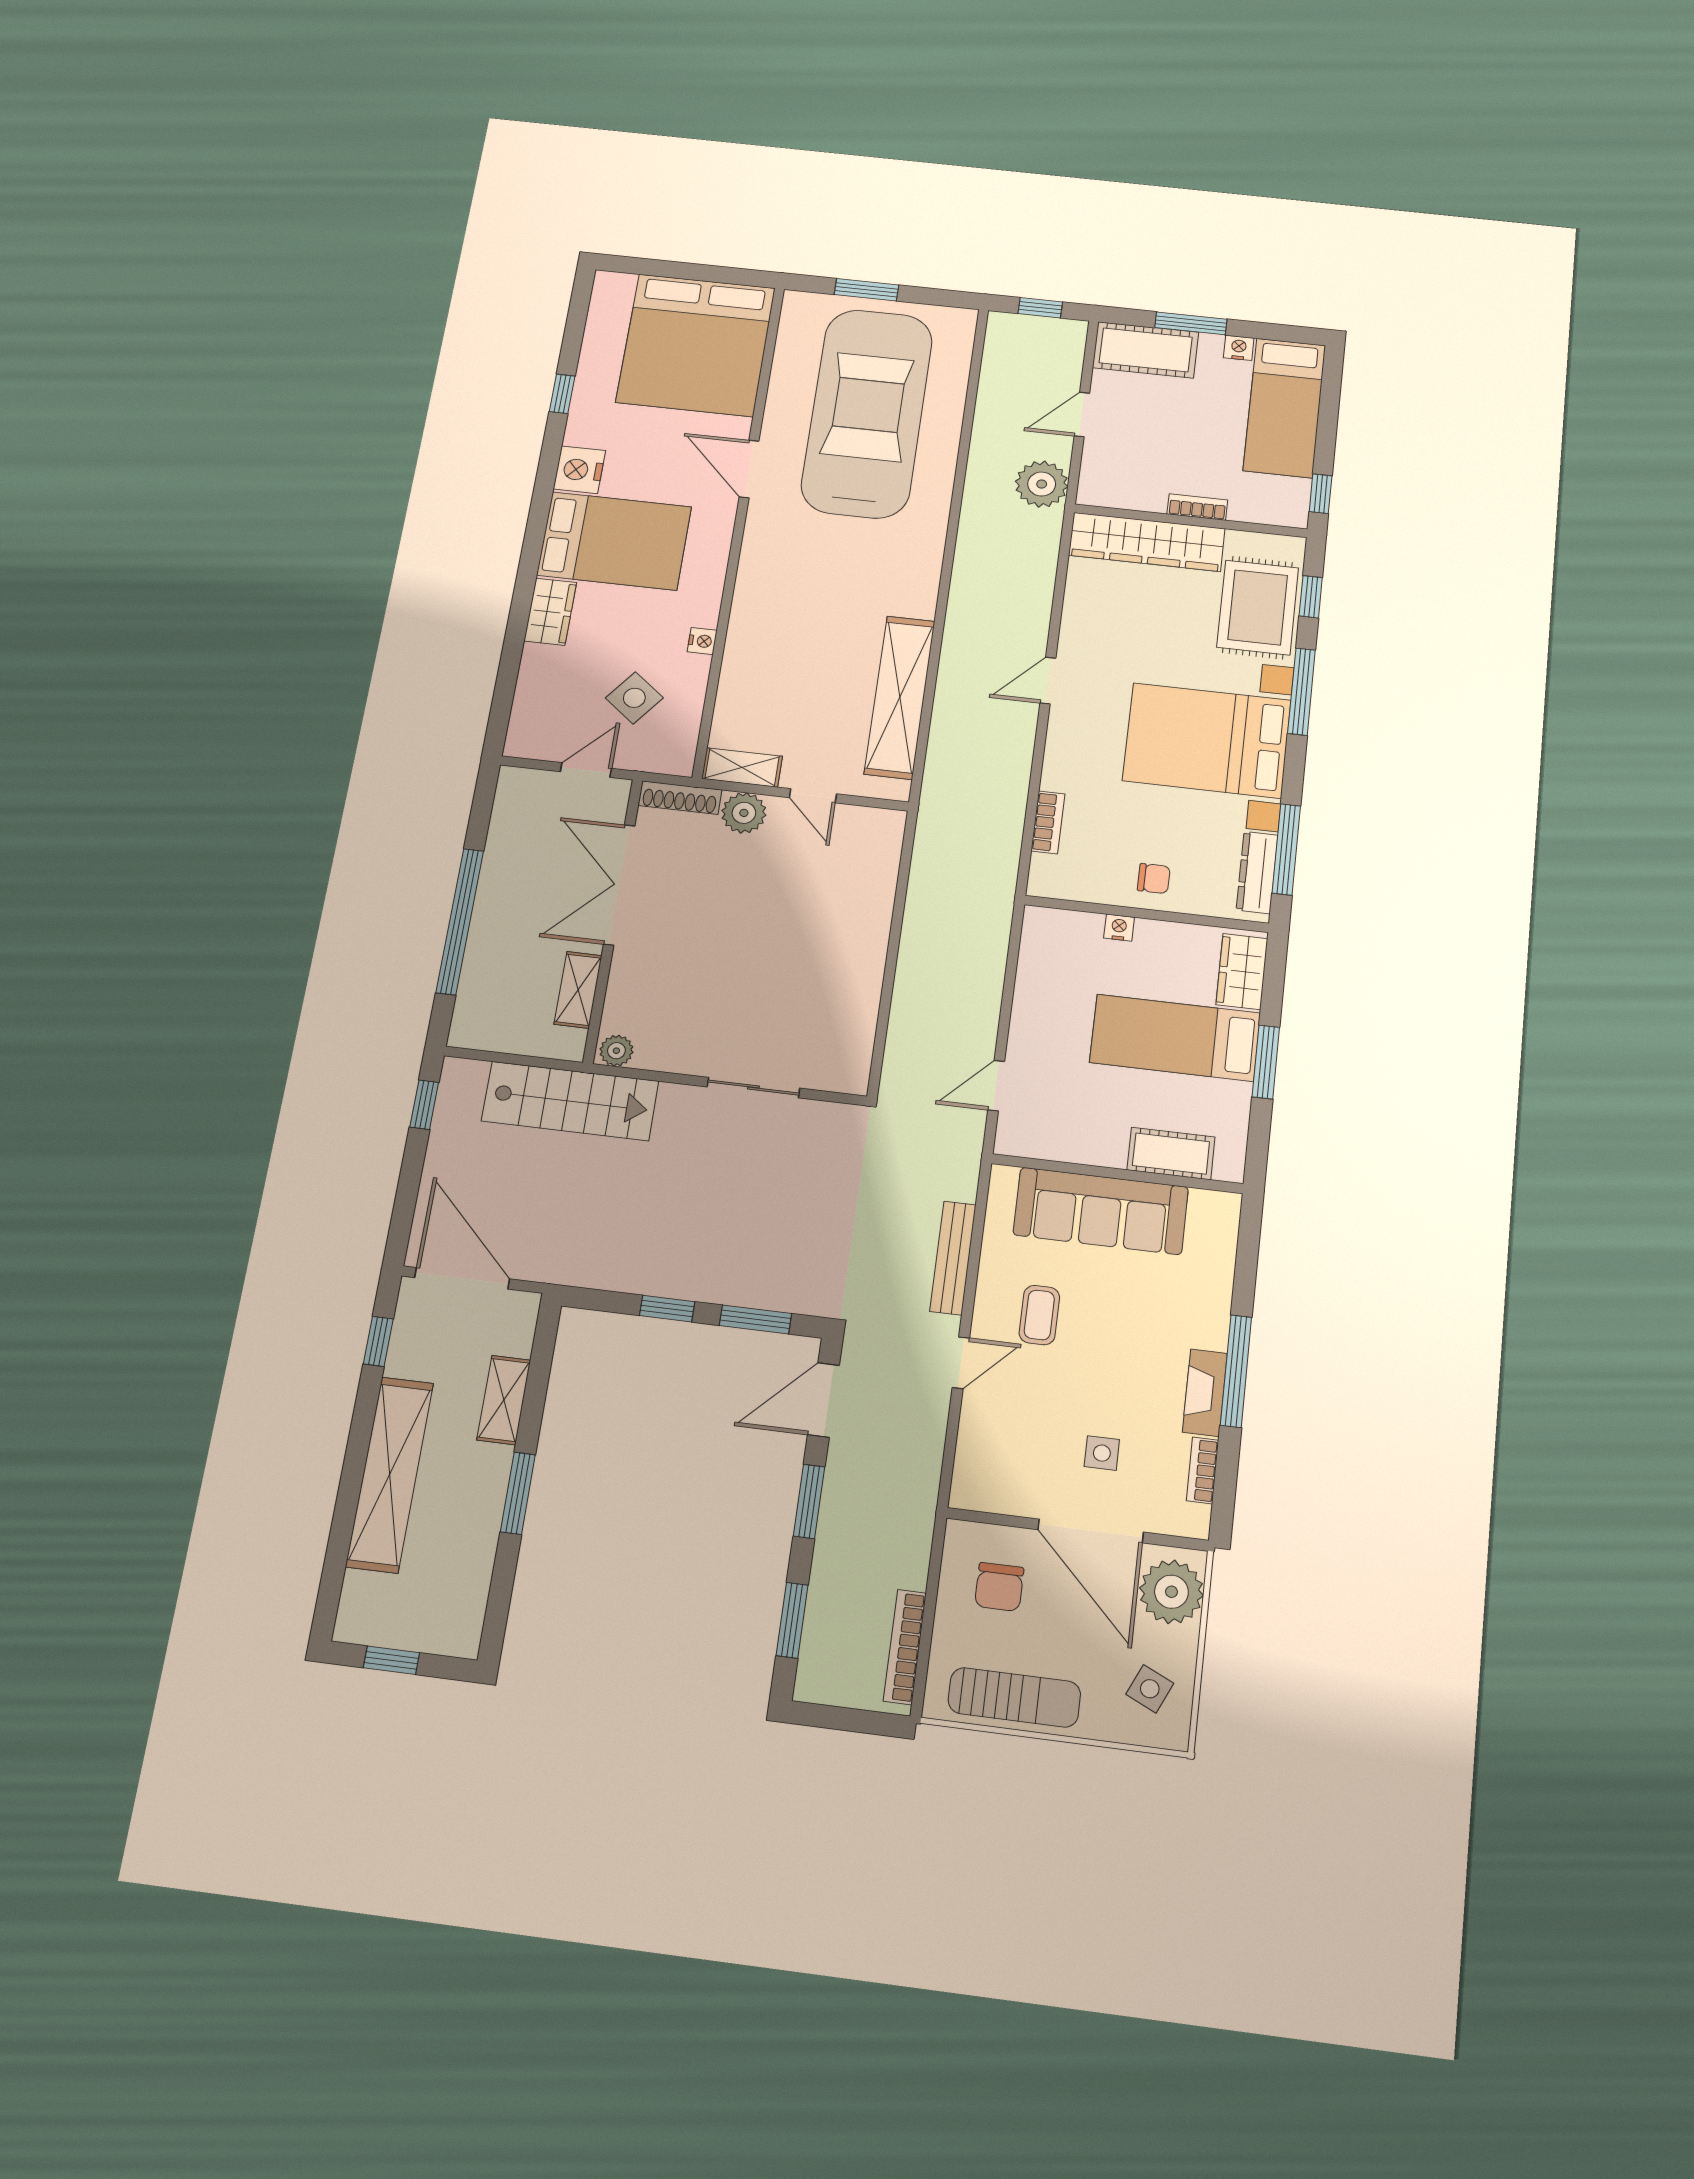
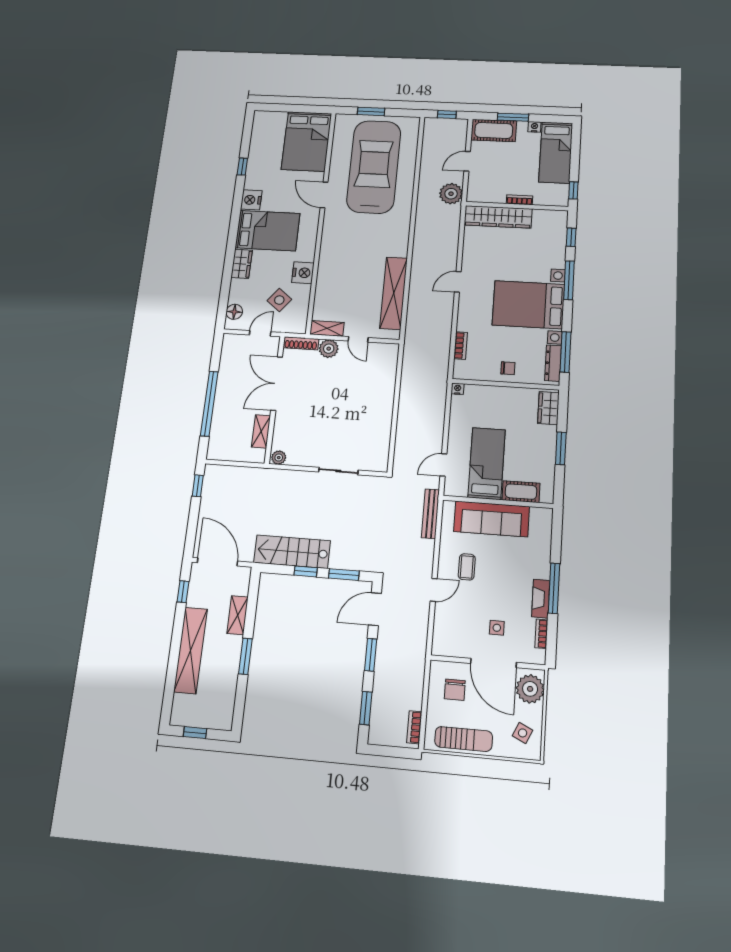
bed: (696, 345) -> (306, 141), width x0.73
rug: (1258, 607) -> (548, 243), removed
nightstand: (702, 641) -> (303, 273), width x1.89, depth x1.79
floor lamp: (528, 718) -> (234, 312), added
nightstand: (1119, 928) -> (458, 389), moved
bed: (1175, 1038) -> (487, 463), moved, turned 90
stairs: (570, 1101) -> (292, 552), moved, turned 180
bench: (953, 1258) -> (430, 514), moved
bookcase: (905, 1647) -> (414, 727), width x0.64

